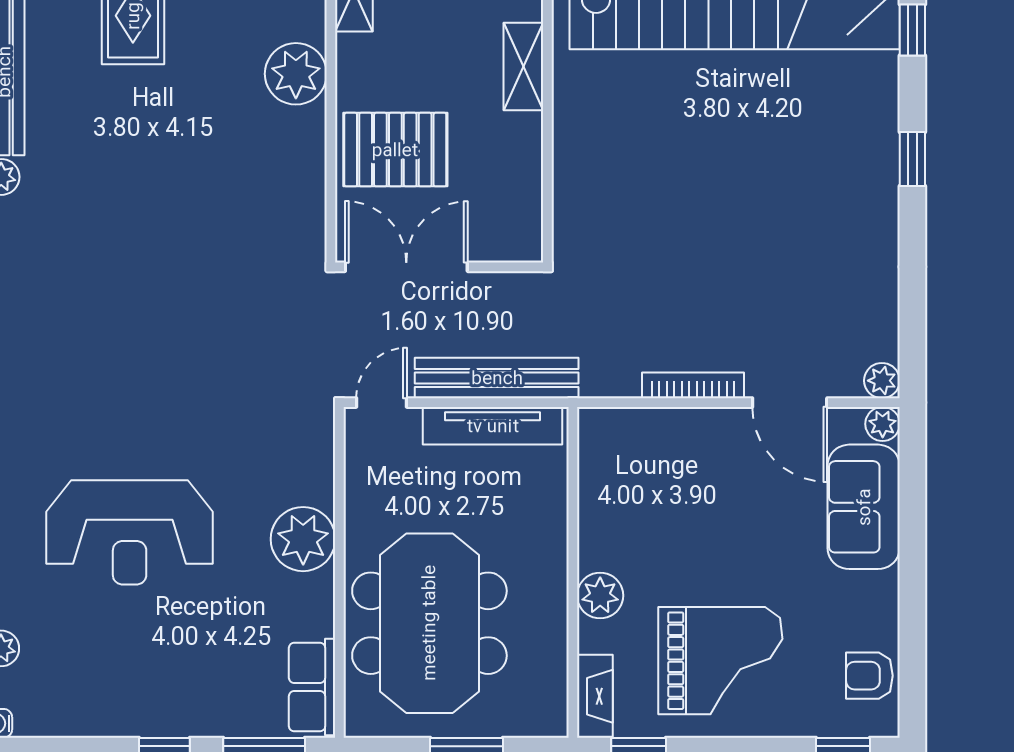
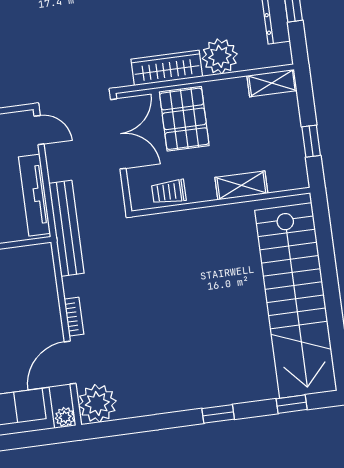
wardrobe: (304, 168) -> (167, 68), added
trolley: (518, 193) -> (169, 192), added
bench: (497, 378) -> (66, 228), moved
plant: (882, 381) -> (97, 403), width x1.88, depth x1.88
bookcase: (693, 385) -> (74, 317), width x0.64

